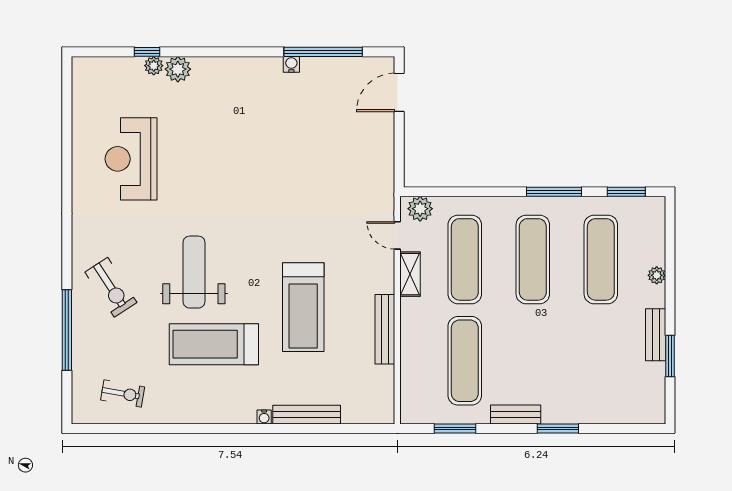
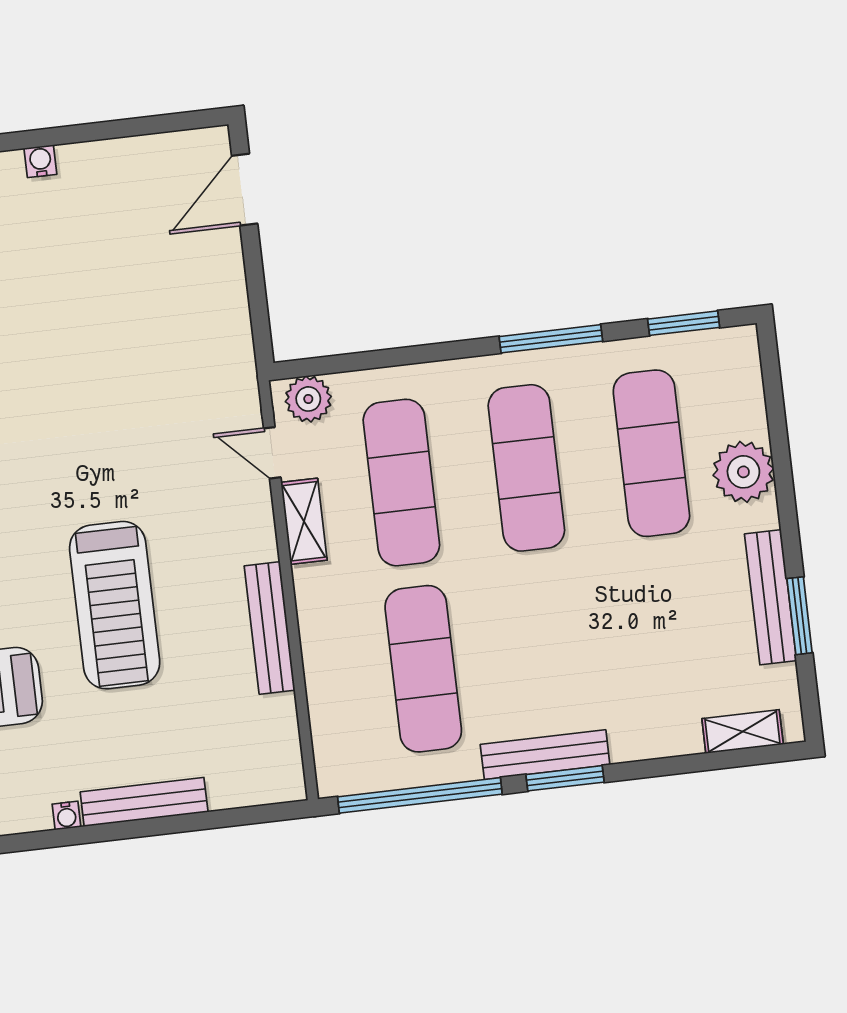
window: (323, 52) -> (96, 131), removed
plant: (657, 275) -> (743, 472), width x1.87, depth x1.87
bench: (656, 335) -> (771, 597), width x1.36
bench: (516, 414) -> (545, 755), width x1.36
shelving: (632, 415) -> (743, 732), added
window: (455, 428) -> (420, 795), width x2.11
window: (558, 428) -> (565, 778), moved

